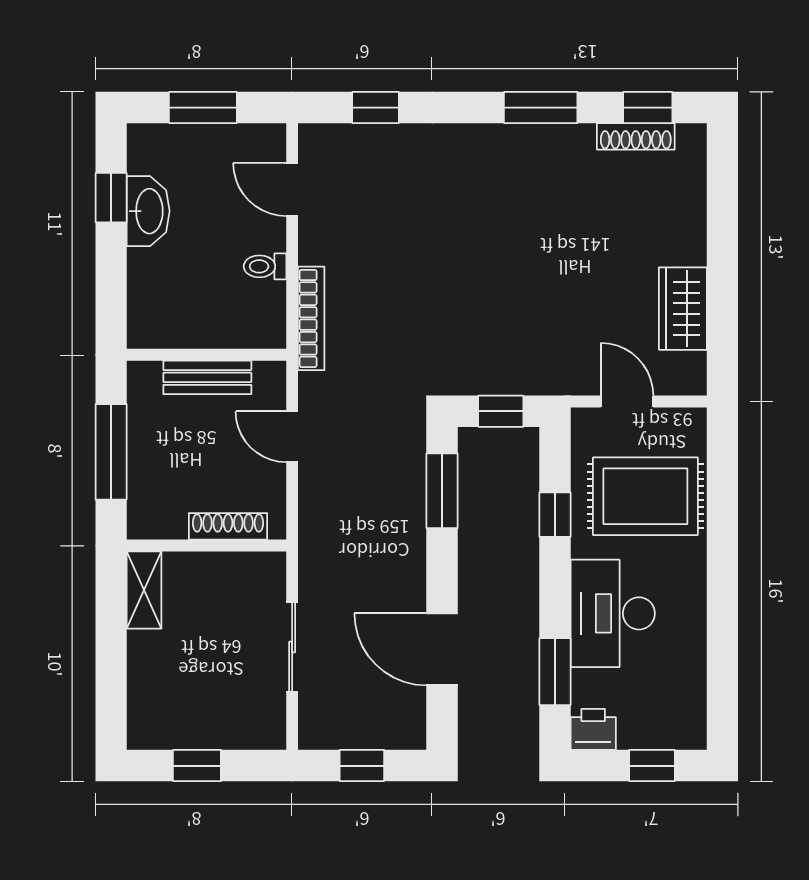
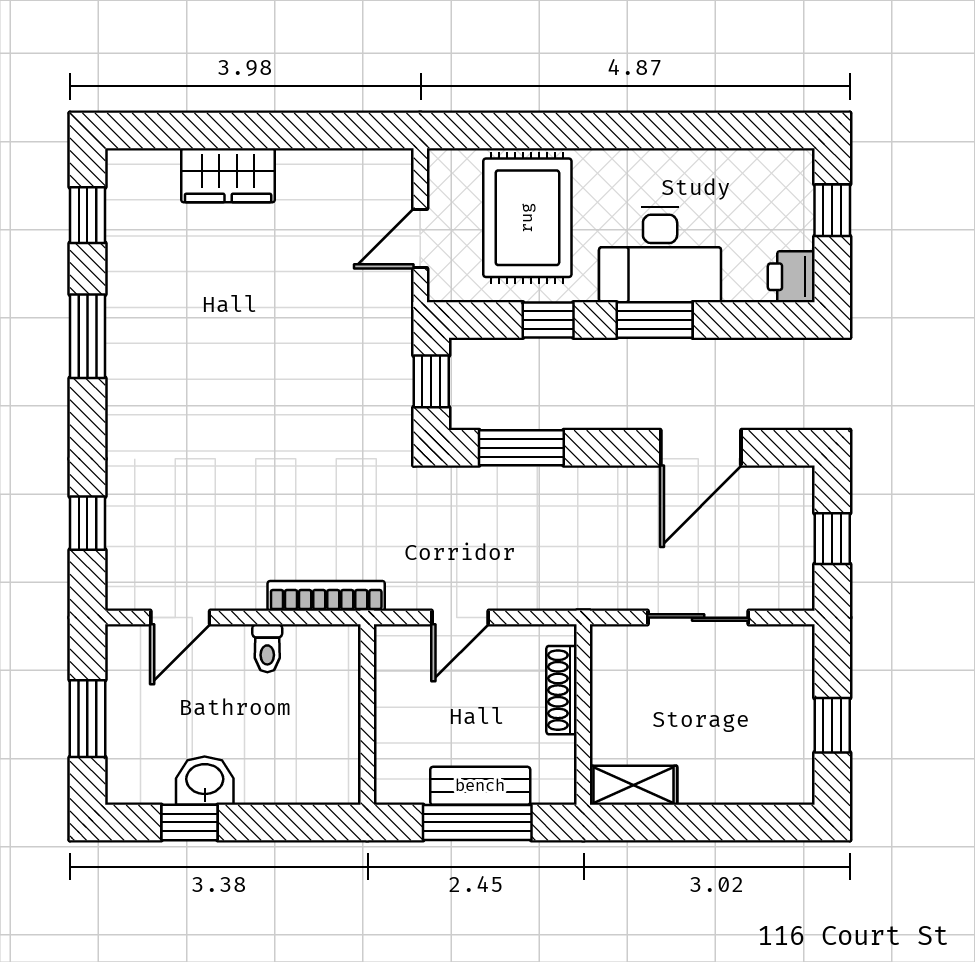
shoe rack: (636, 136) -> (120, 229), removed
washbasin: (148, 211) -> (205, 781), width x0.72
wardrobe: (683, 309) -> (228, 175), moved
bench: (207, 377) -> (480, 786), moved, turned 90
window: (555, 672) -> (655, 320), moved

